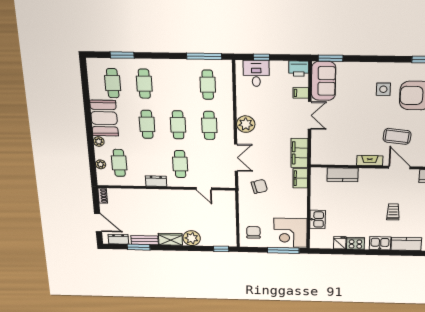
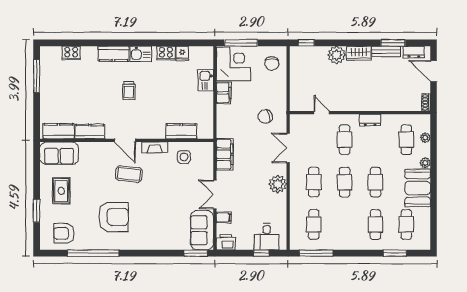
side table: (383, 89) -> (184, 157), moved
filing cabinet: (300, 178) -> (224, 93), moved

